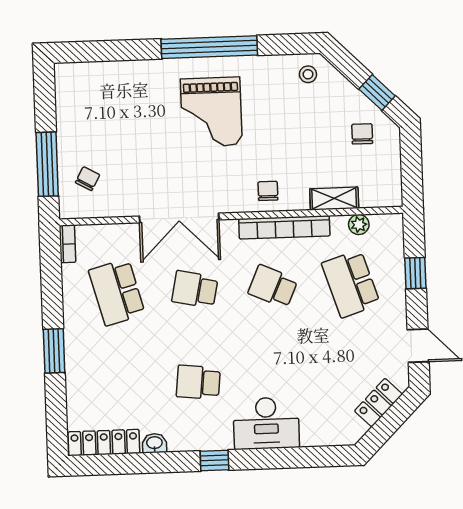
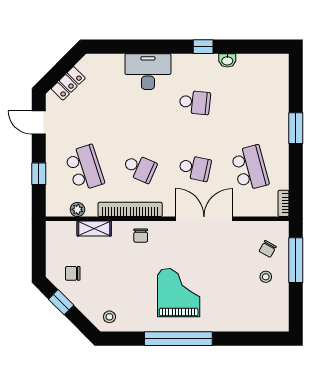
chair: (362, 134) -> (73, 273), turned 90
stool: (89, 139) -> (266, 277), added
locker: (104, 443) -> (263, 62), removed
window: (214, 460) -> (203, 47), moved

